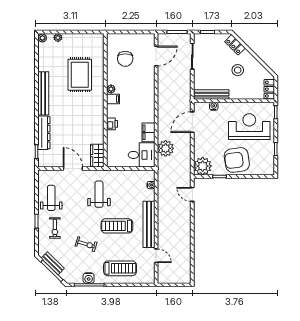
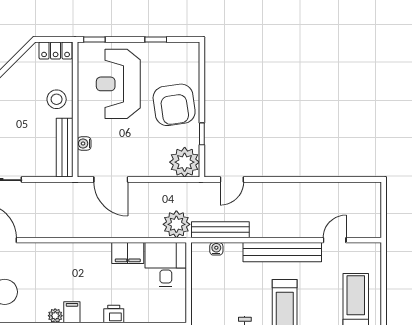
stool: (238, 70) -> (57, 99), moved
plant: (166, 148) -> (176, 224), moved
bench: (162, 187) -> (220, 230), added

